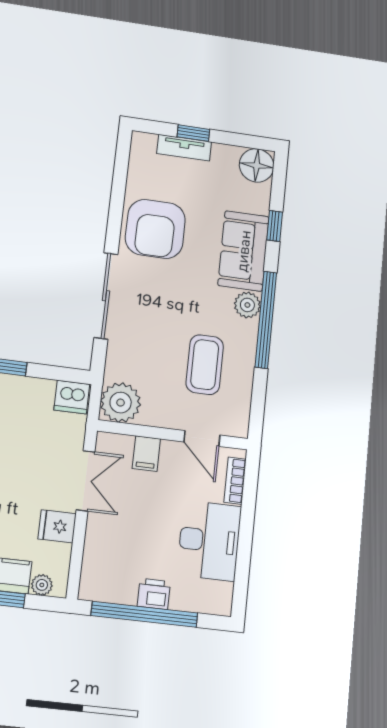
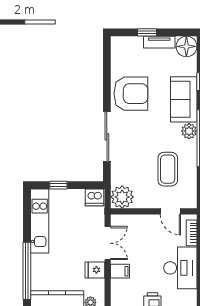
tv unit: (184, 148) -> (159, 42), moved
armchair: (155, 229) -> (131, 94), turned -90
filing cabinet: (146, 454) -> (120, 271), moved, turned -90

